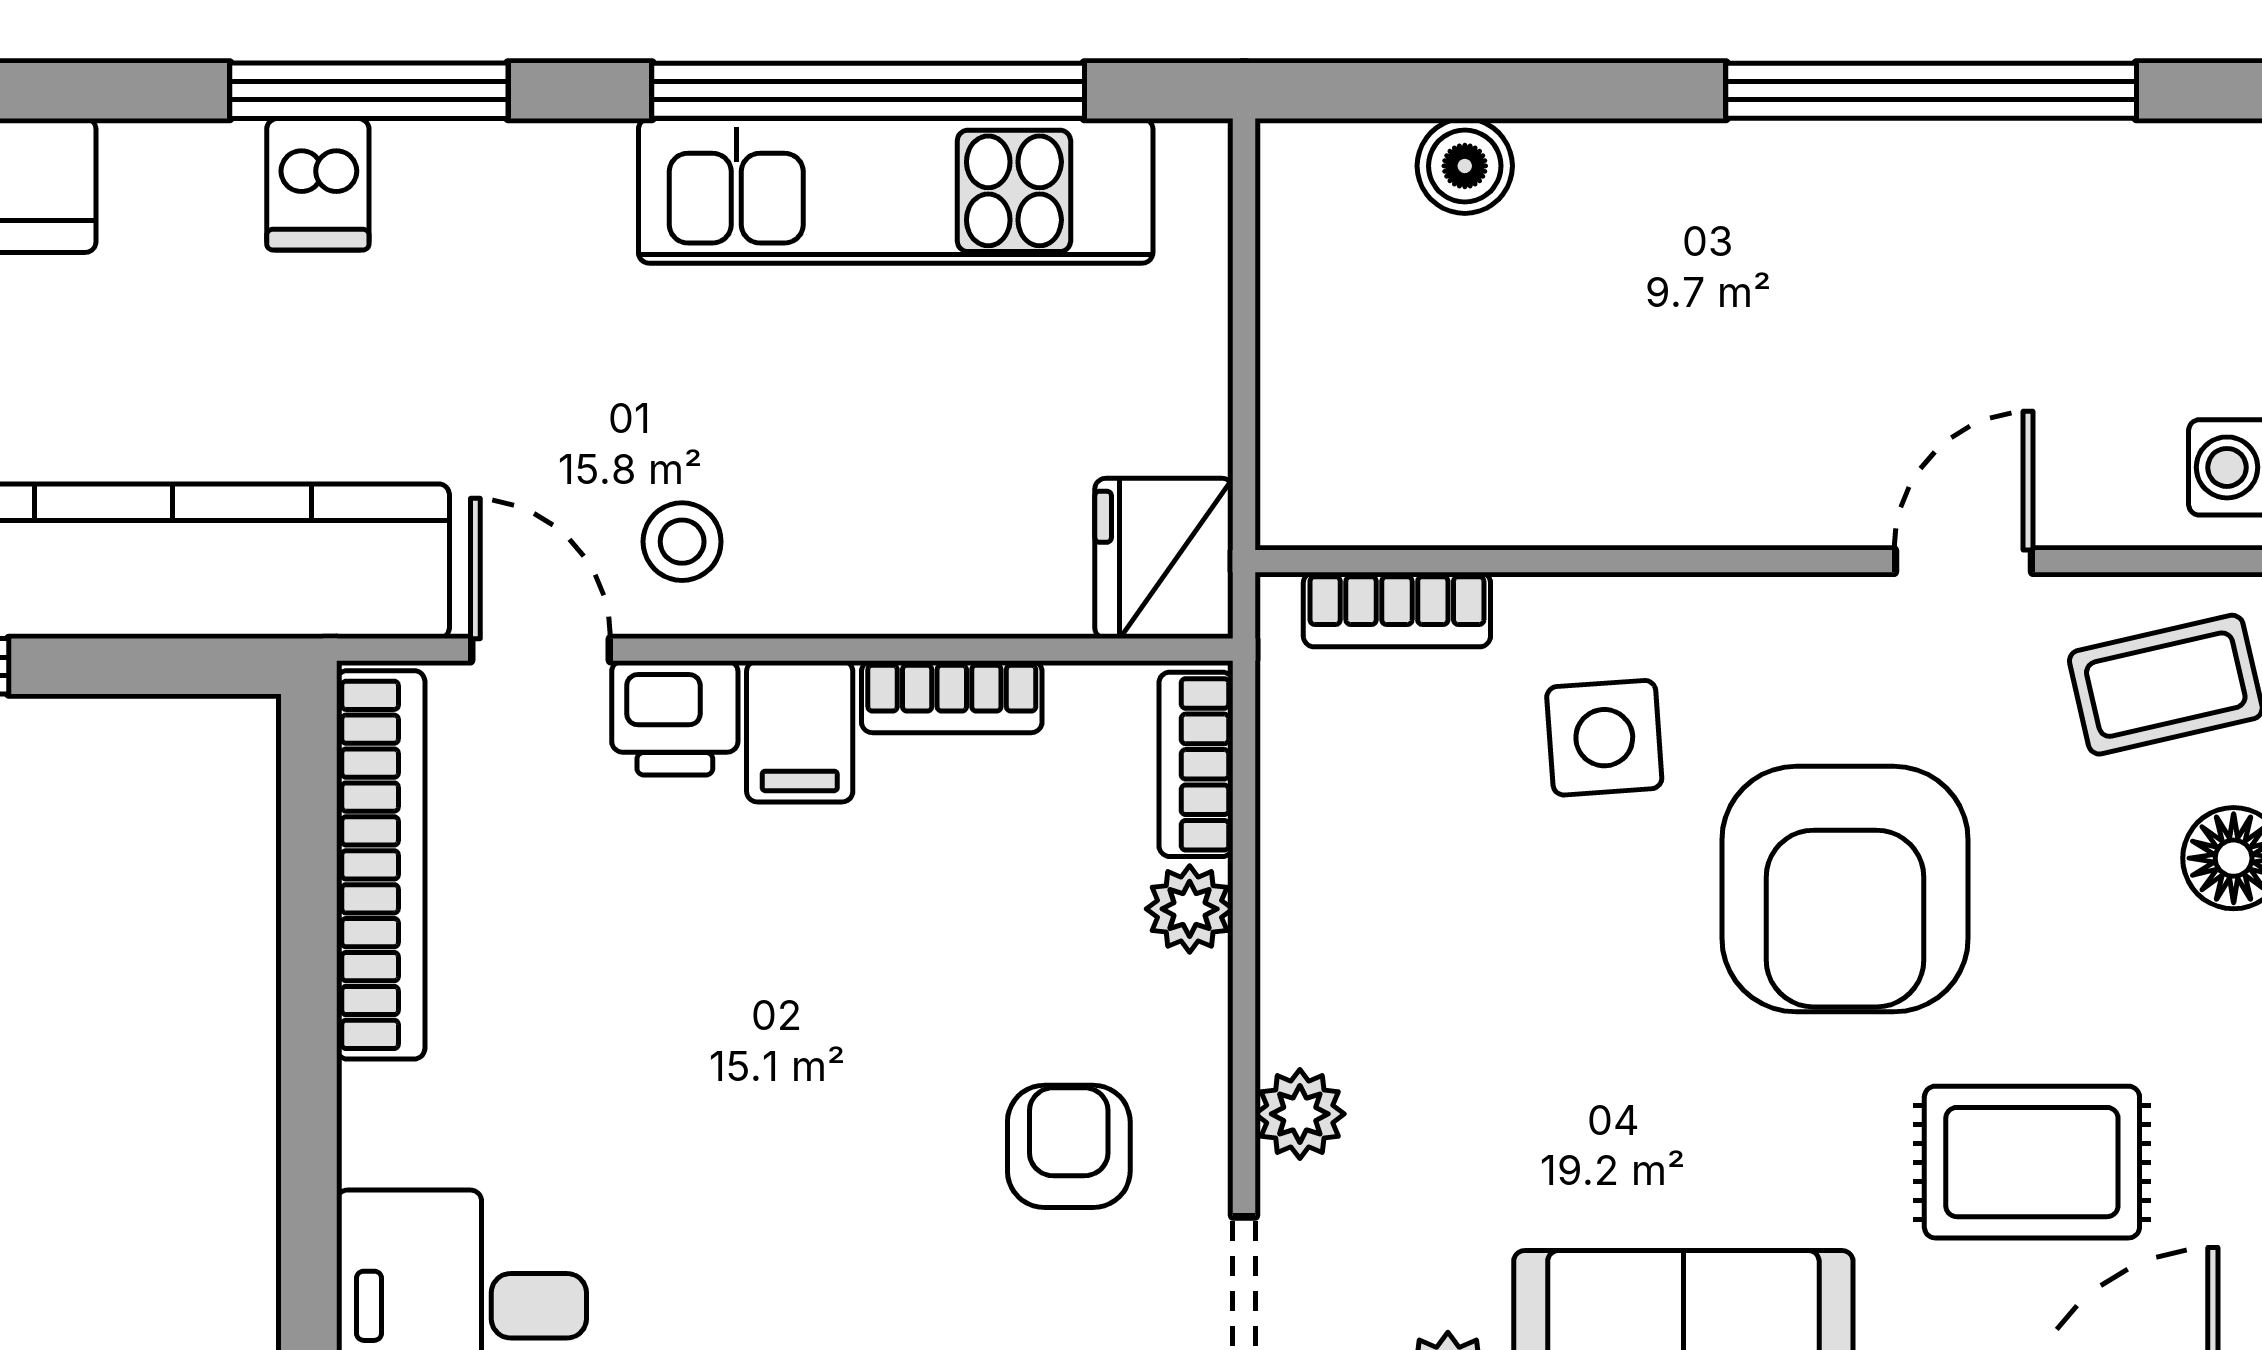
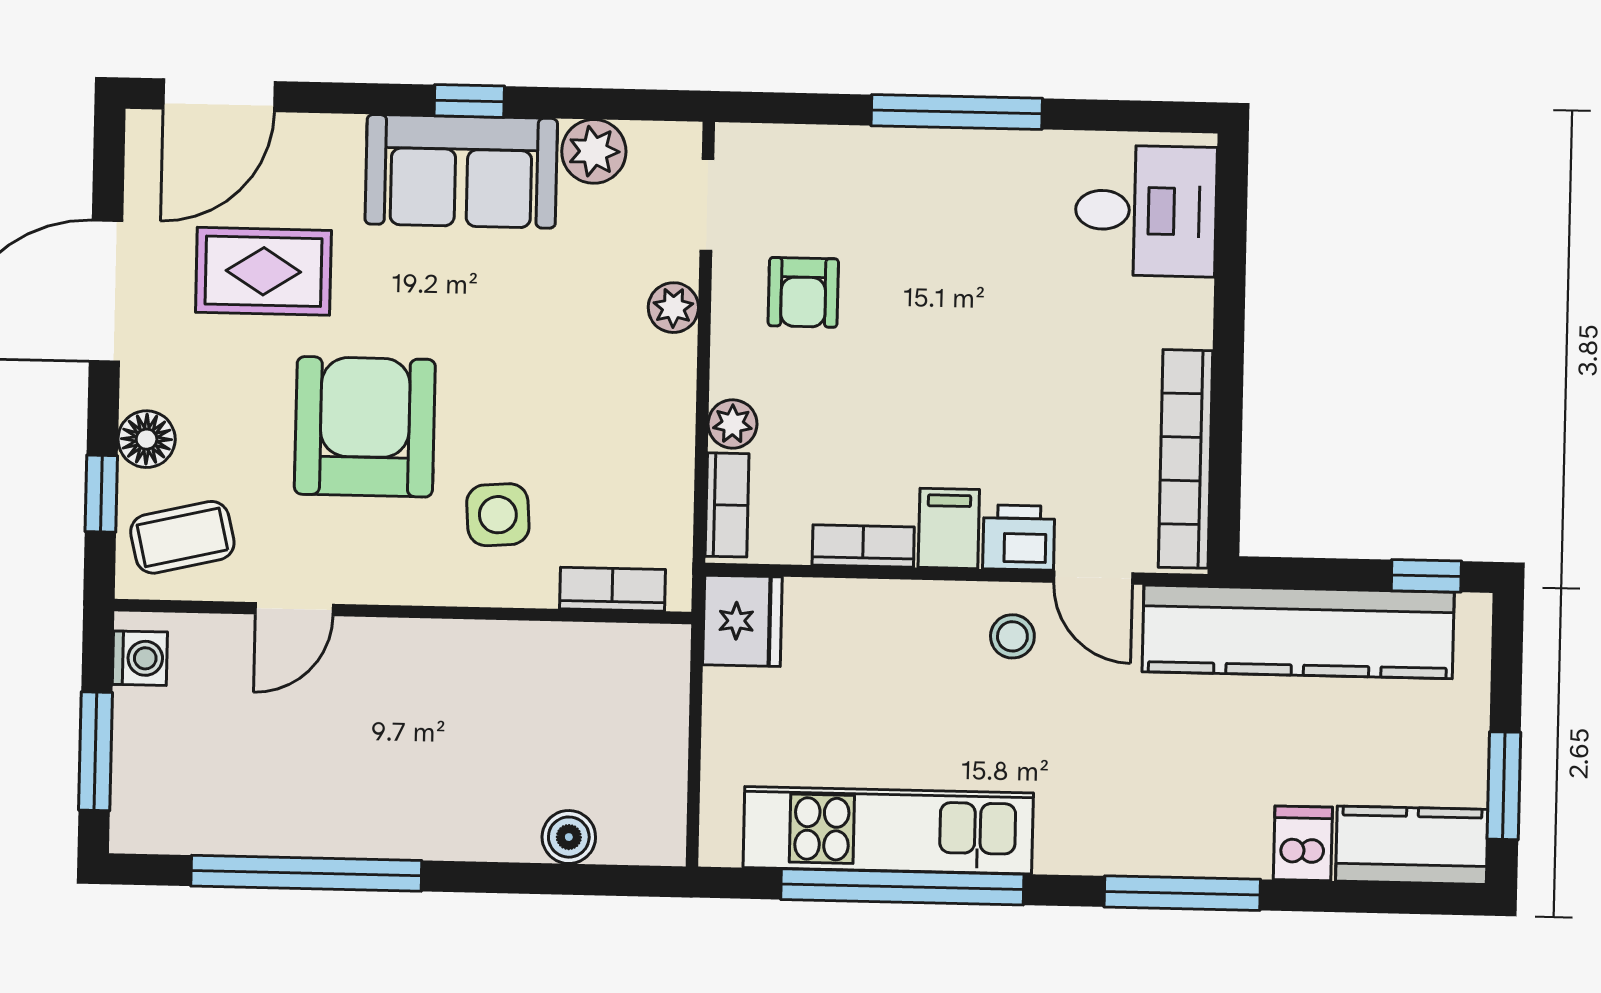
dishwasher: (318, 184) -> (1303, 843), moved

